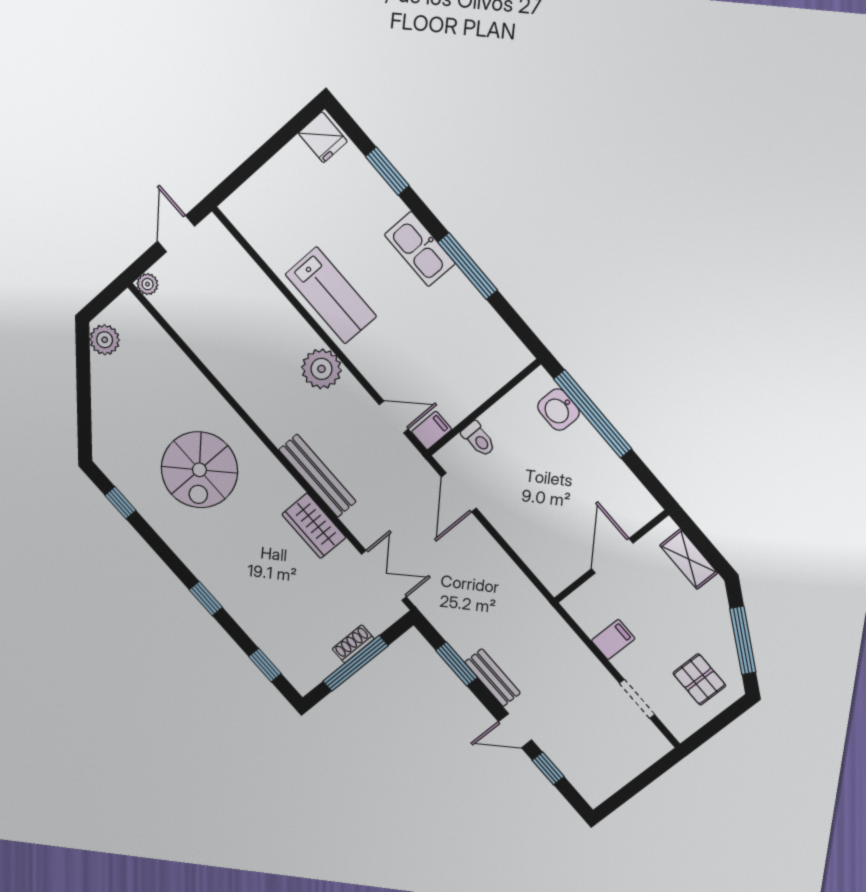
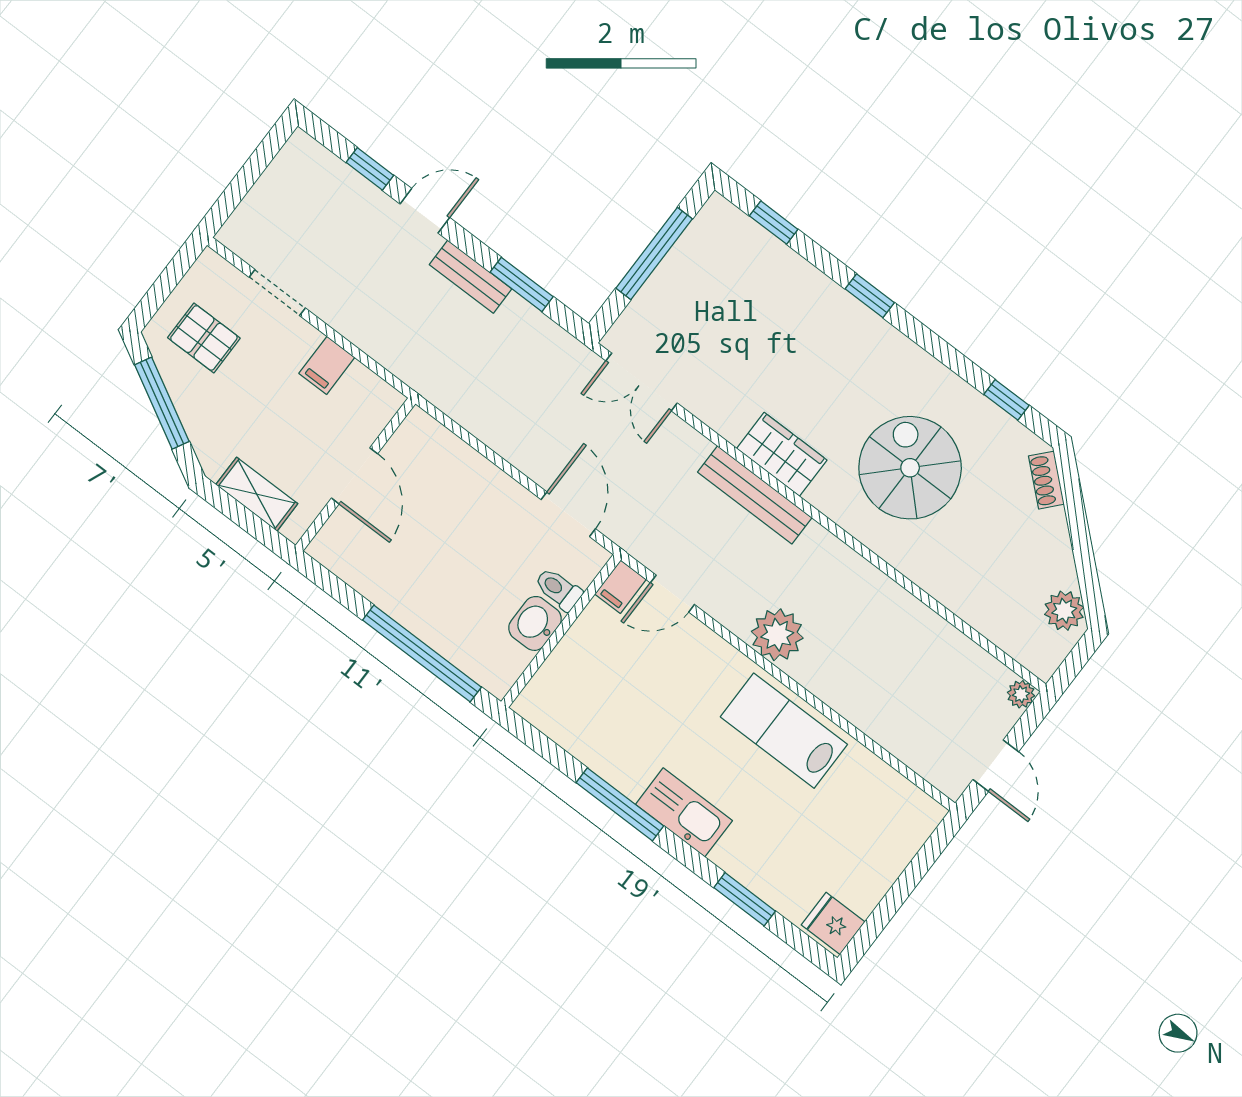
washbasin: (558, 410) -> (535, 623), moved, turned -90
wardrobe: (314, 526) -> (782, 454), moved
shoe rack: (353, 644) -> (1046, 480), moved, turned 132

